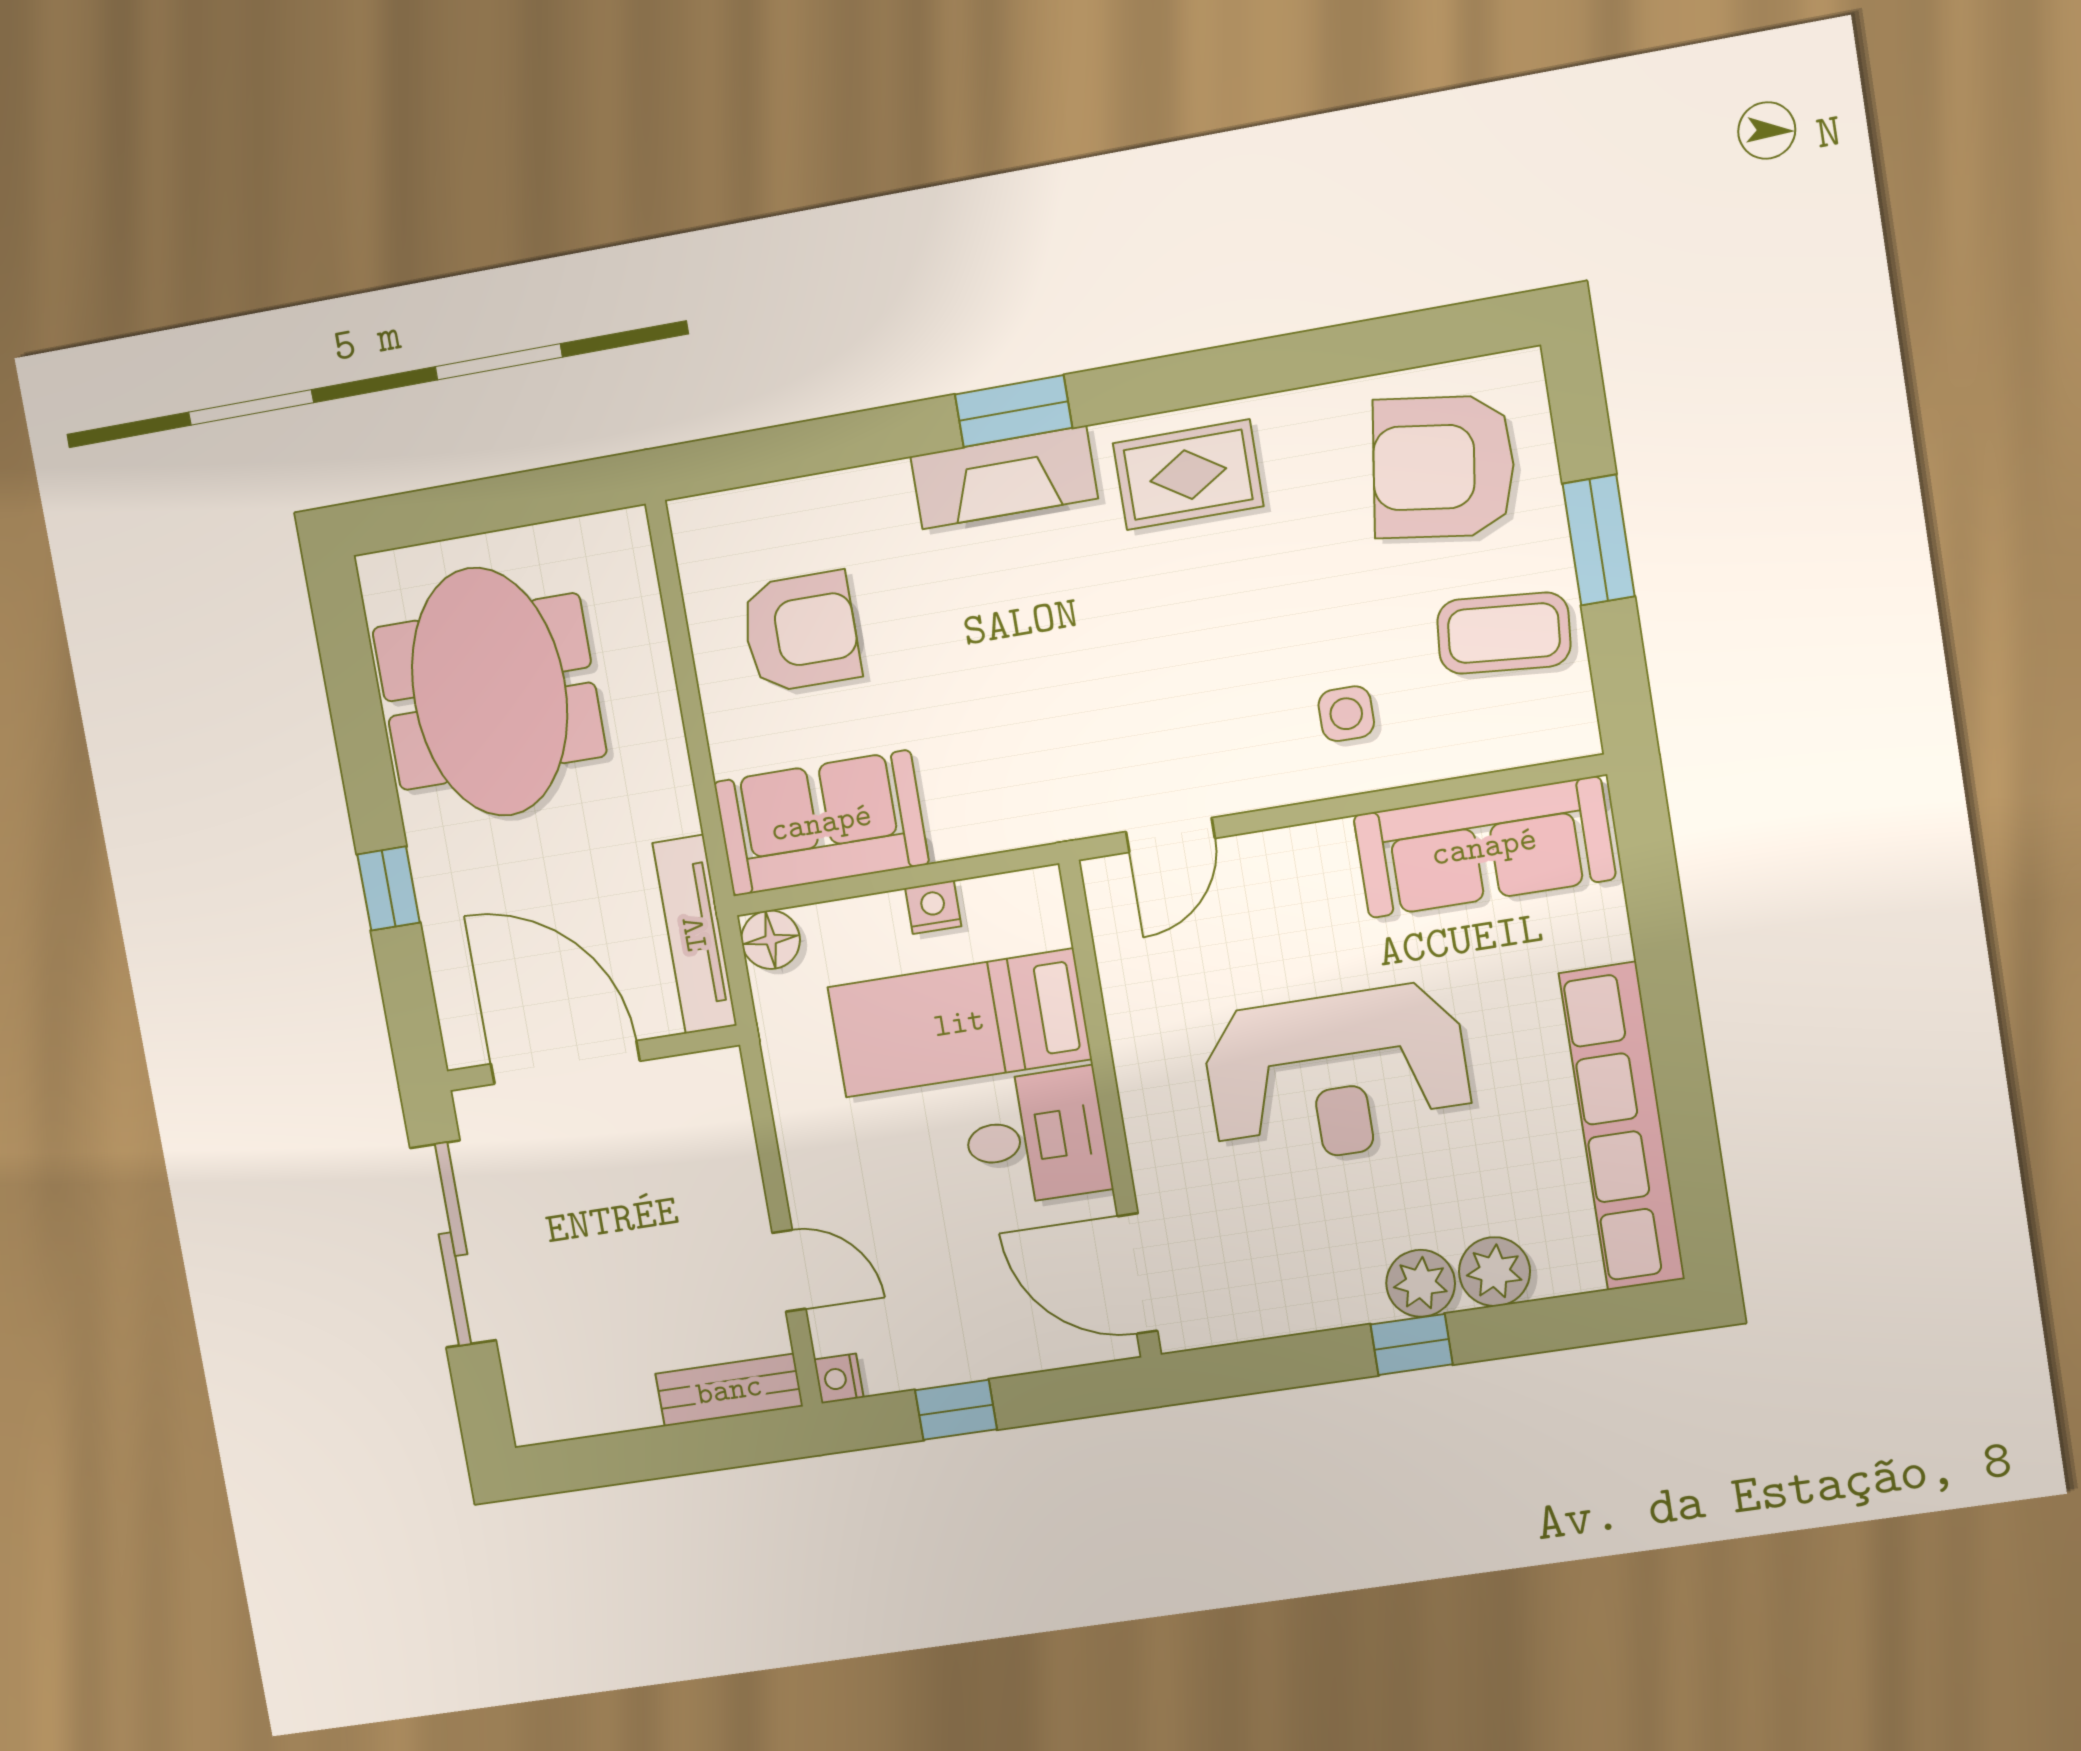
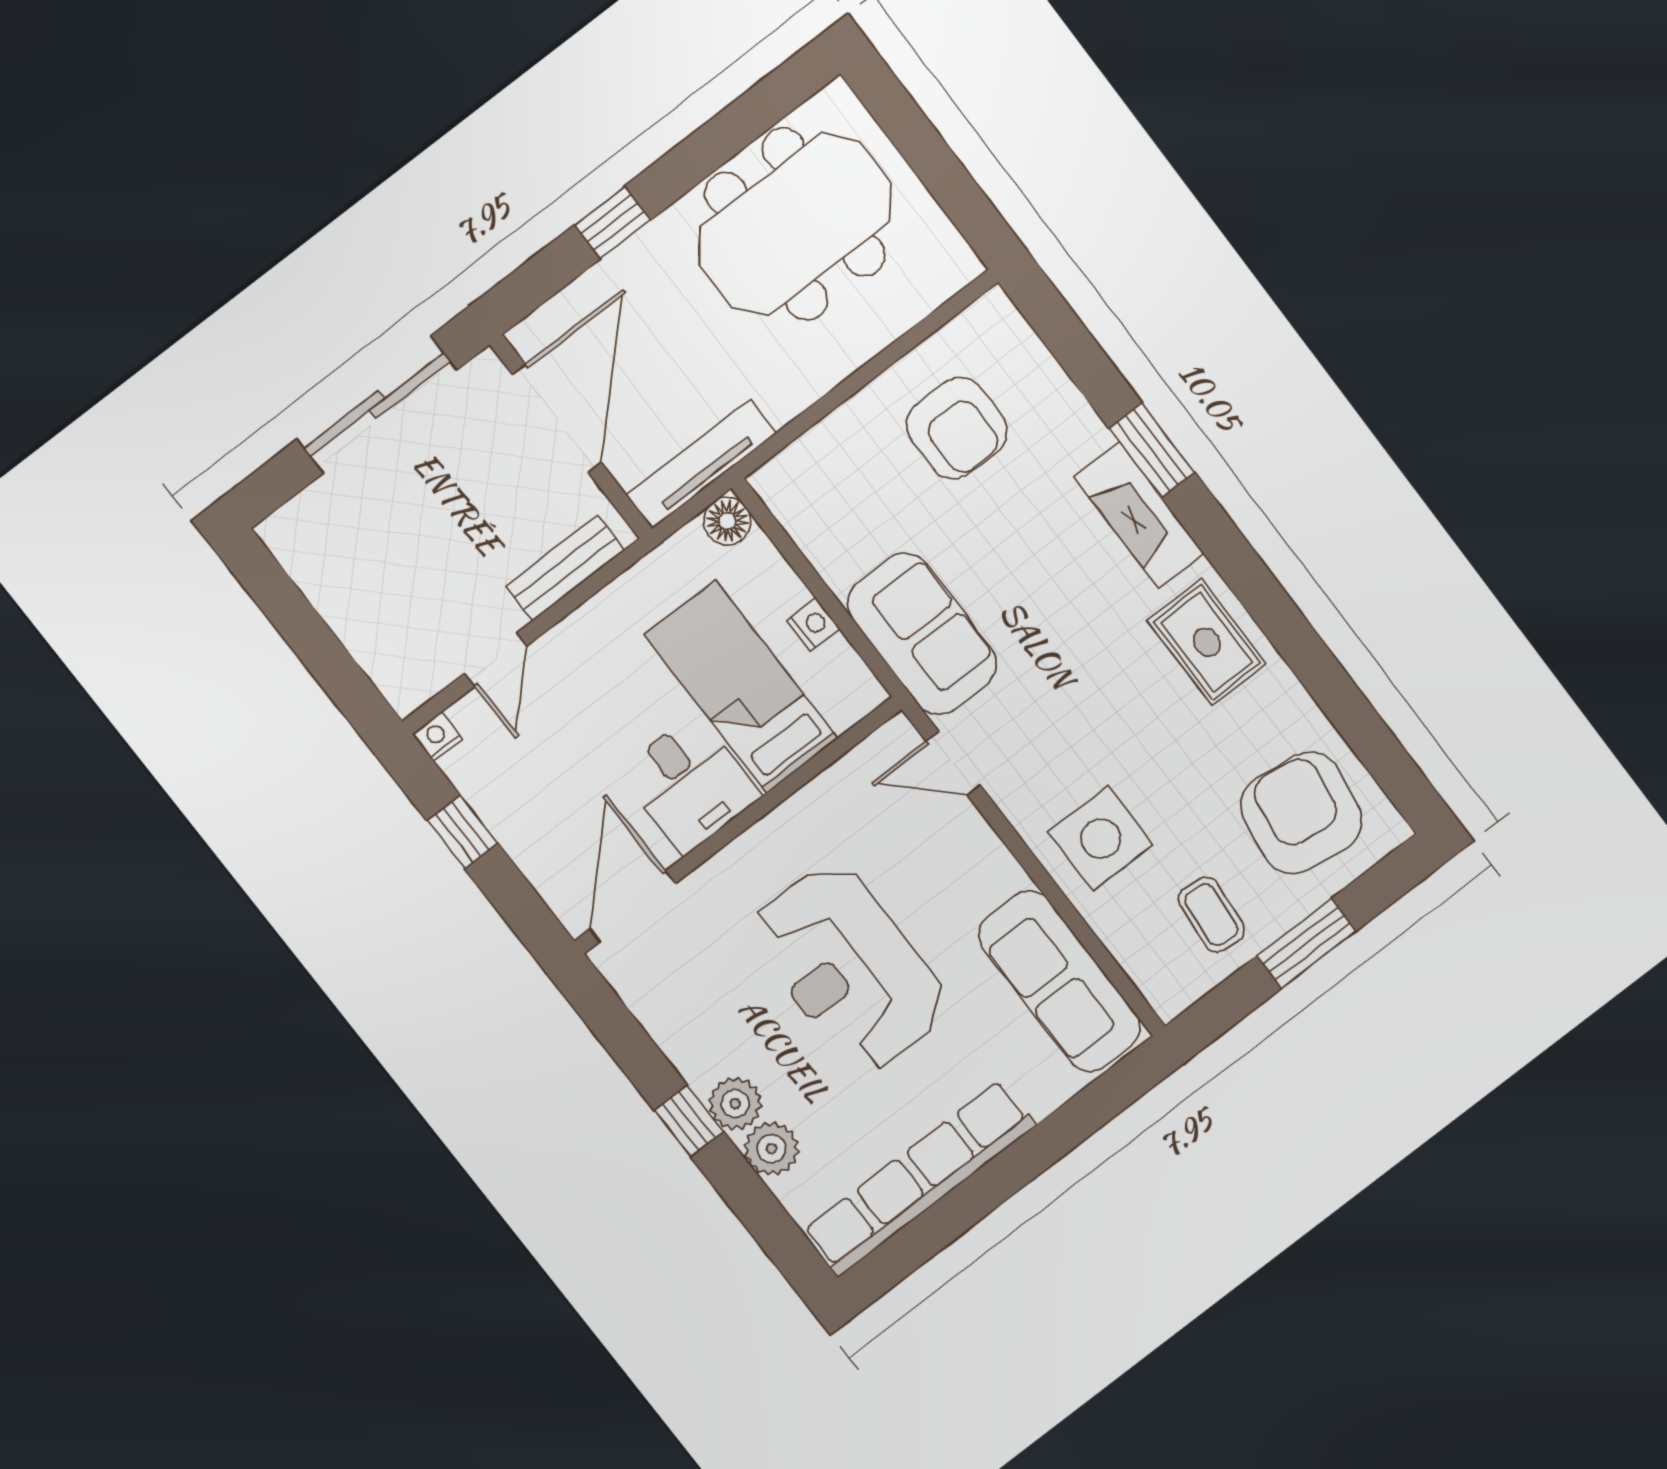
window: (1014, 411) -> (1152, 451), moved
coffee table: (1504, 633) -> (1211, 915), width x0.73, depth x0.77
side table: (1346, 714) -> (1101, 838), width x1.87, depth x1.87
sofa: (821, 823) -> (922, 634), moved
bench: (729, 1390) -> (565, 568), moved, turned 90

